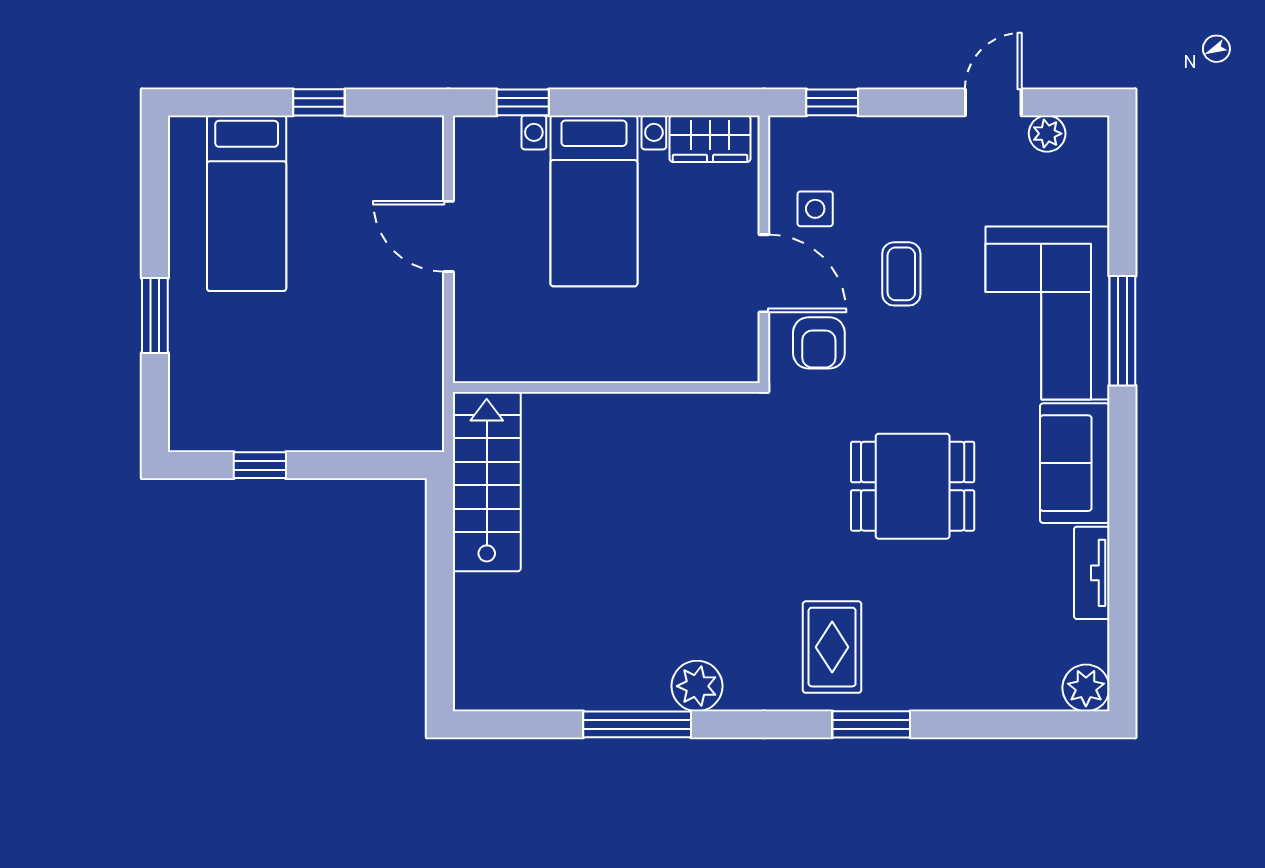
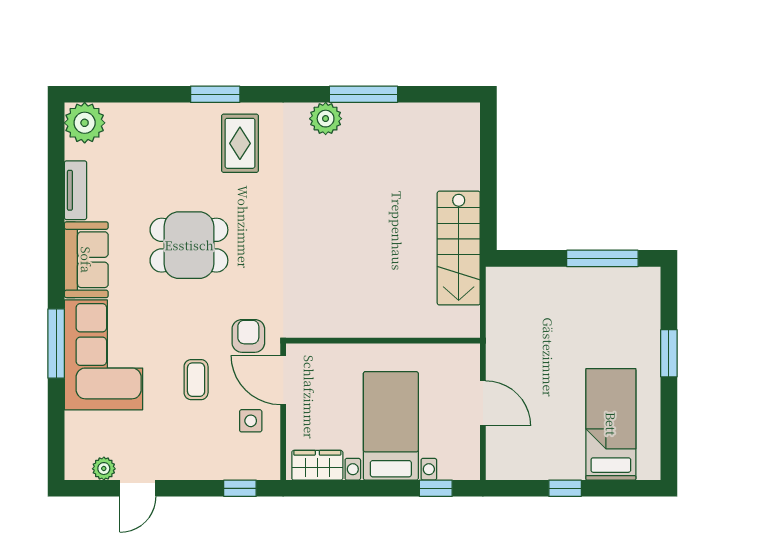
wall: (606, 387) -> (383, 341), moved
window: (260, 465) -> (602, 258), width x2.17
plant: (1086, 688) -> (85, 123), width x1.36, depth x1.36

